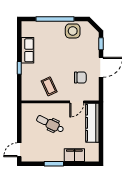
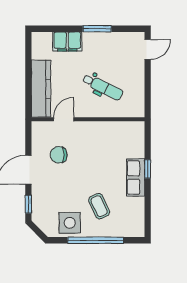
row of seats: (28, 50) -> (136, 178), moved
coffee table: (49, 86) -> (99, 206), moved

